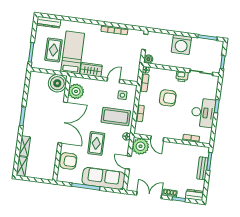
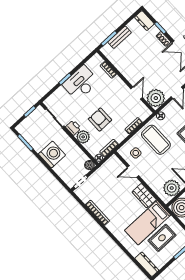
plant: (170, 76) -> (83, 137), added

